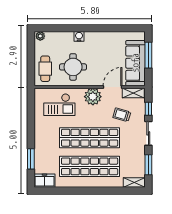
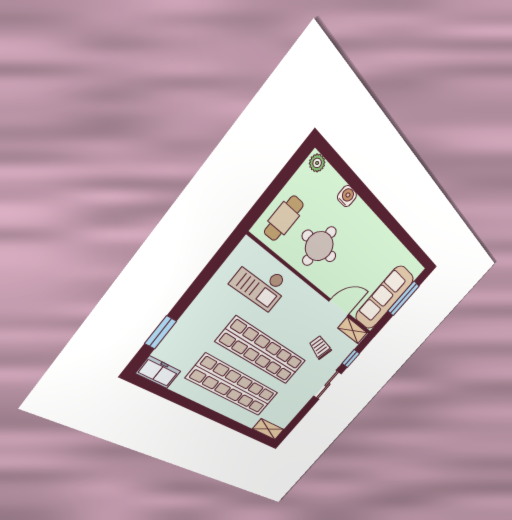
water cooler: (79, 36) -> (347, 196), moved
plant: (93, 97) -> (309, 303), removed
window: (148, 165) -> (298, 418), removed

